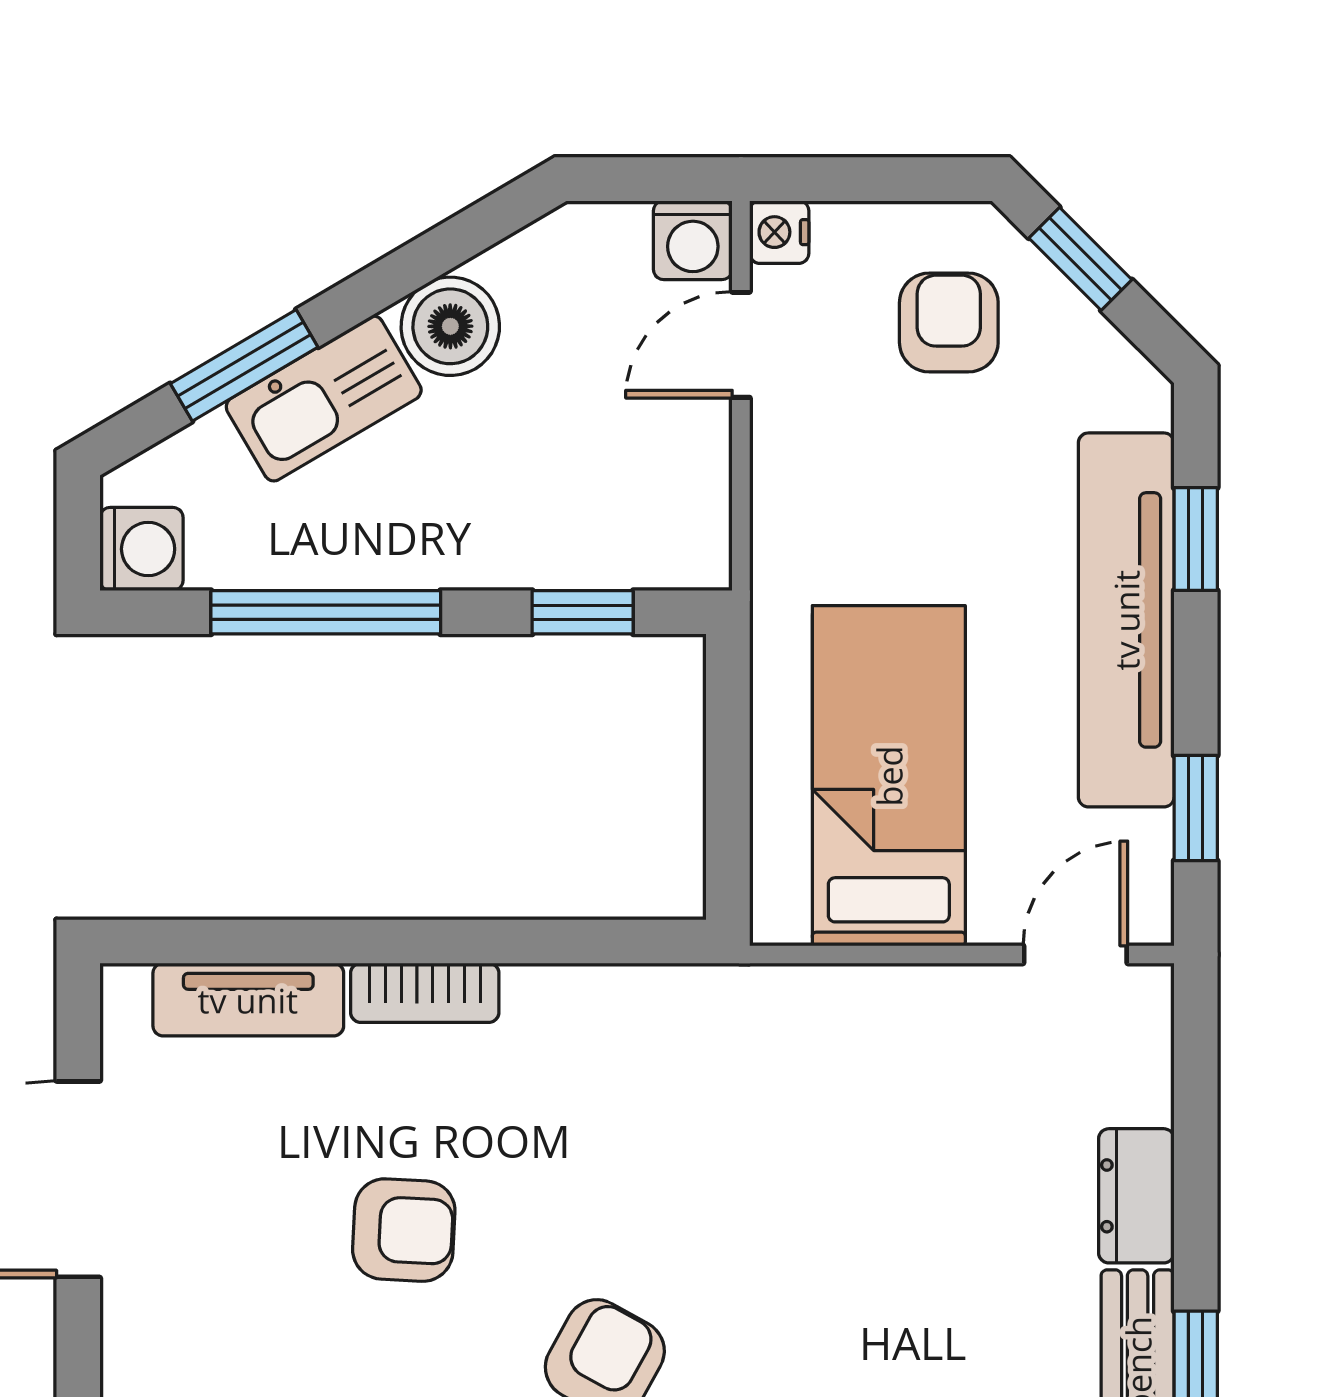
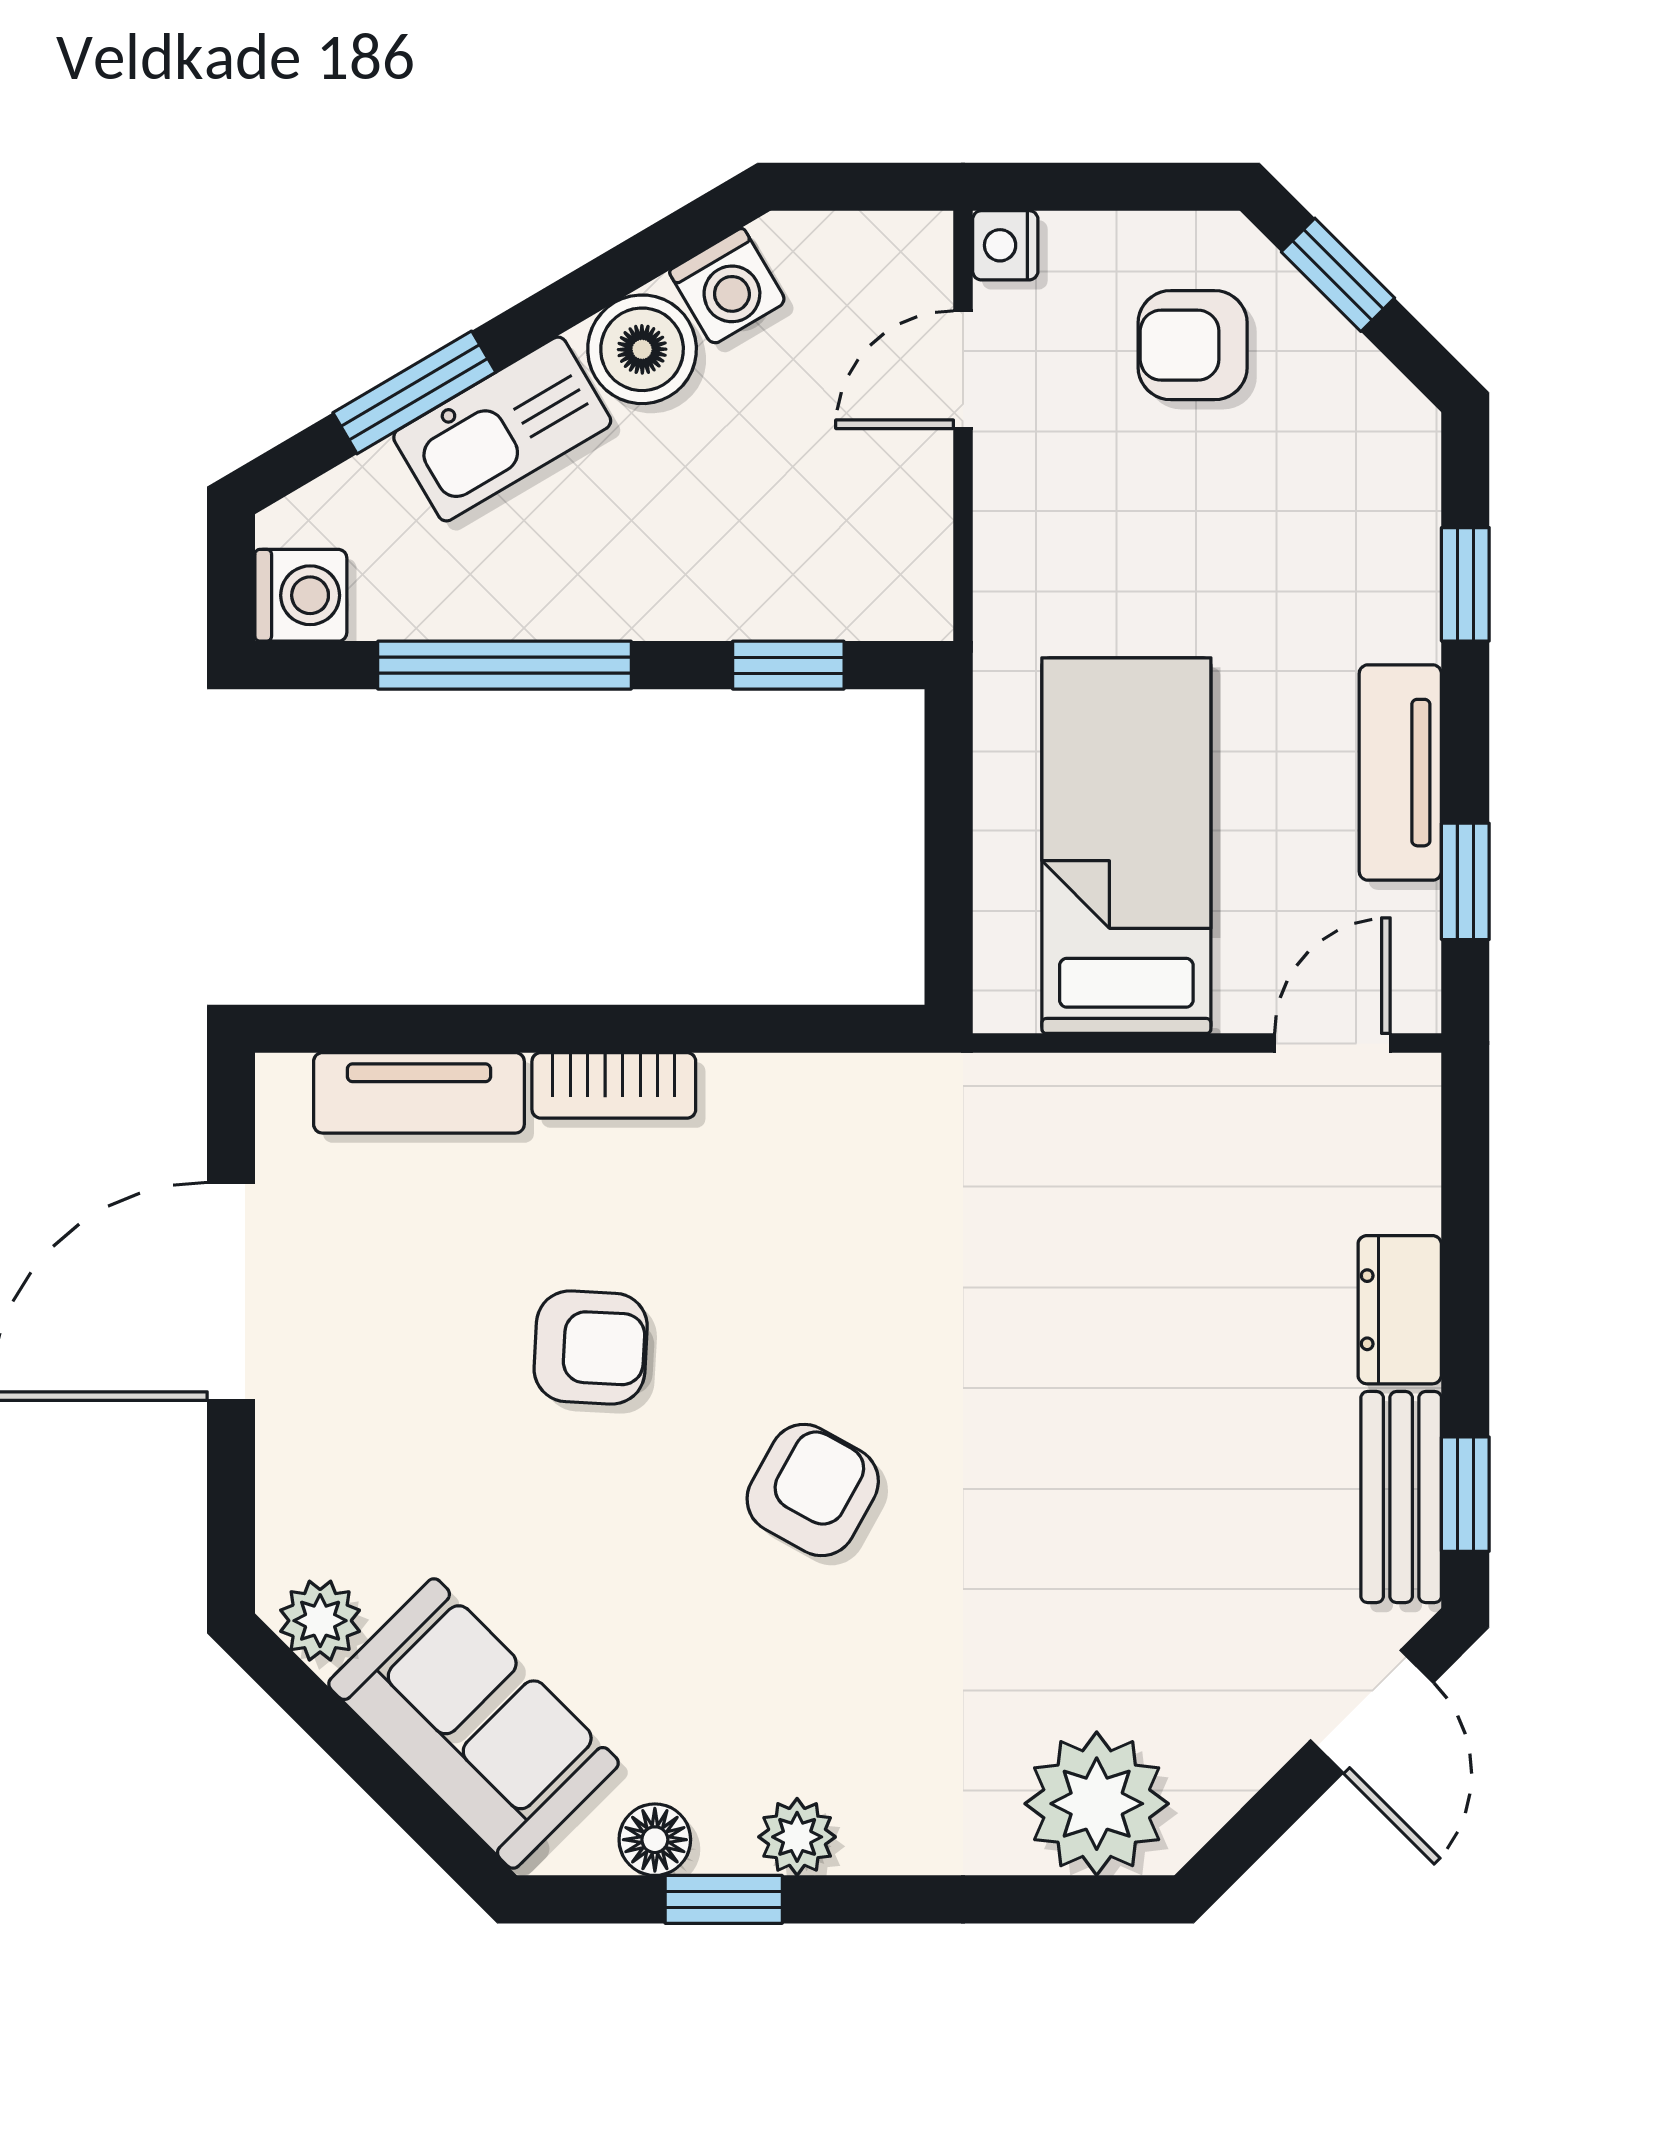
washing machine: (693, 240) -> (728, 286), moved, turned -30
armchair: (949, 323) -> (1193, 345), turned -90
tv unit: (1126, 620) -> (1400, 773), width x0.52, depth x0.78

